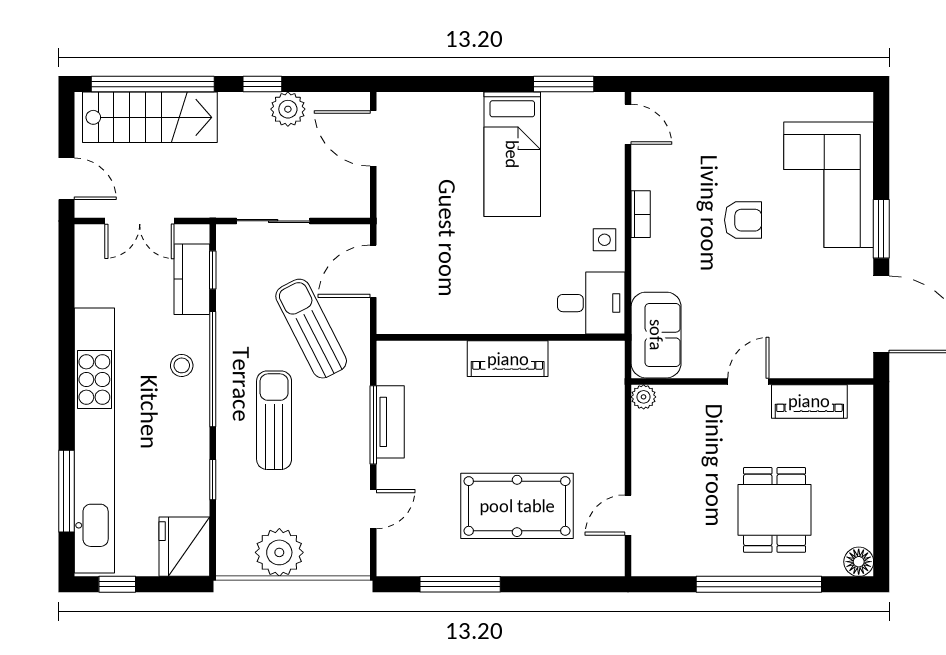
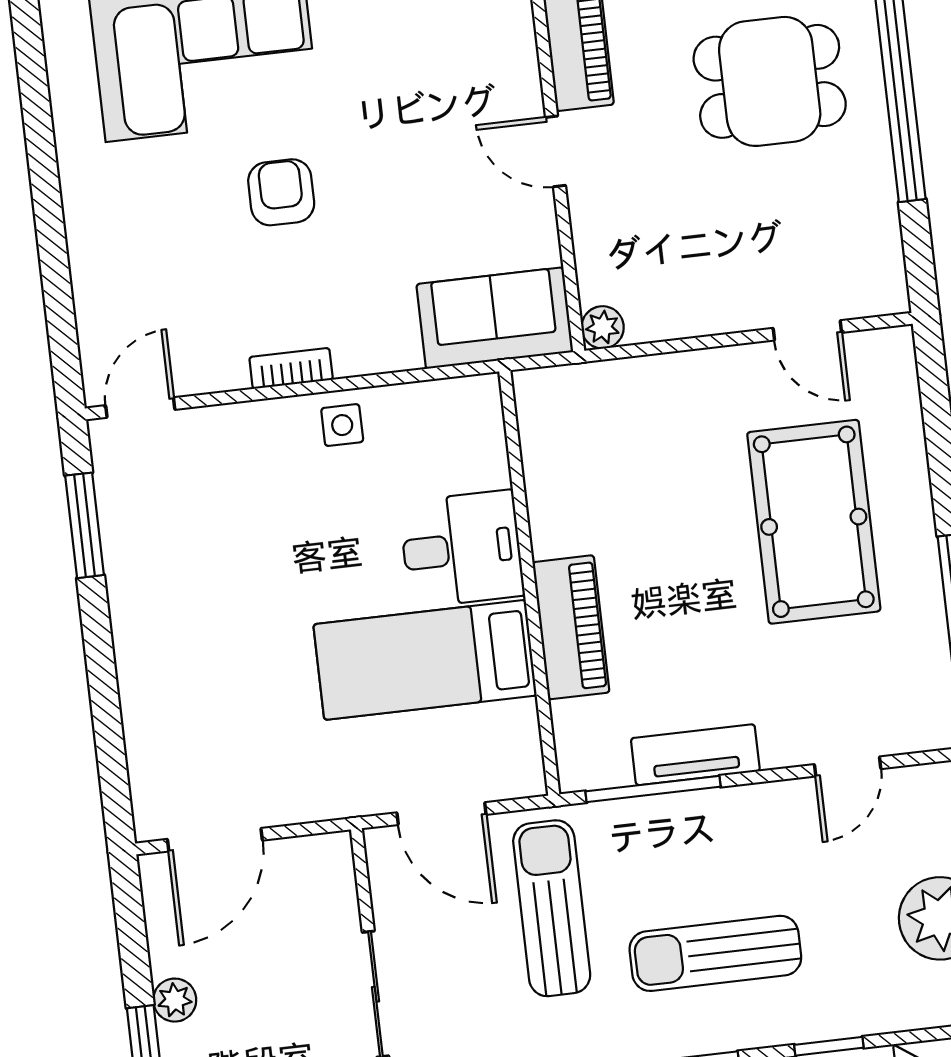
plant: (288, 109) -> (175, 1000), width x0.73, depth x0.73
bed: (512, 154) -> (425, 660), moved, turned 180
desk: (591, 303) -> (462, 549), moved, turned 90
sun lounger: (311, 329) -> (552, 908), turned 117
piano: (508, 359) -> (571, 627), moved
window: (373, 425) -> (653, 789), moved
door: (373, 509) -> (848, 767), swing flipped

